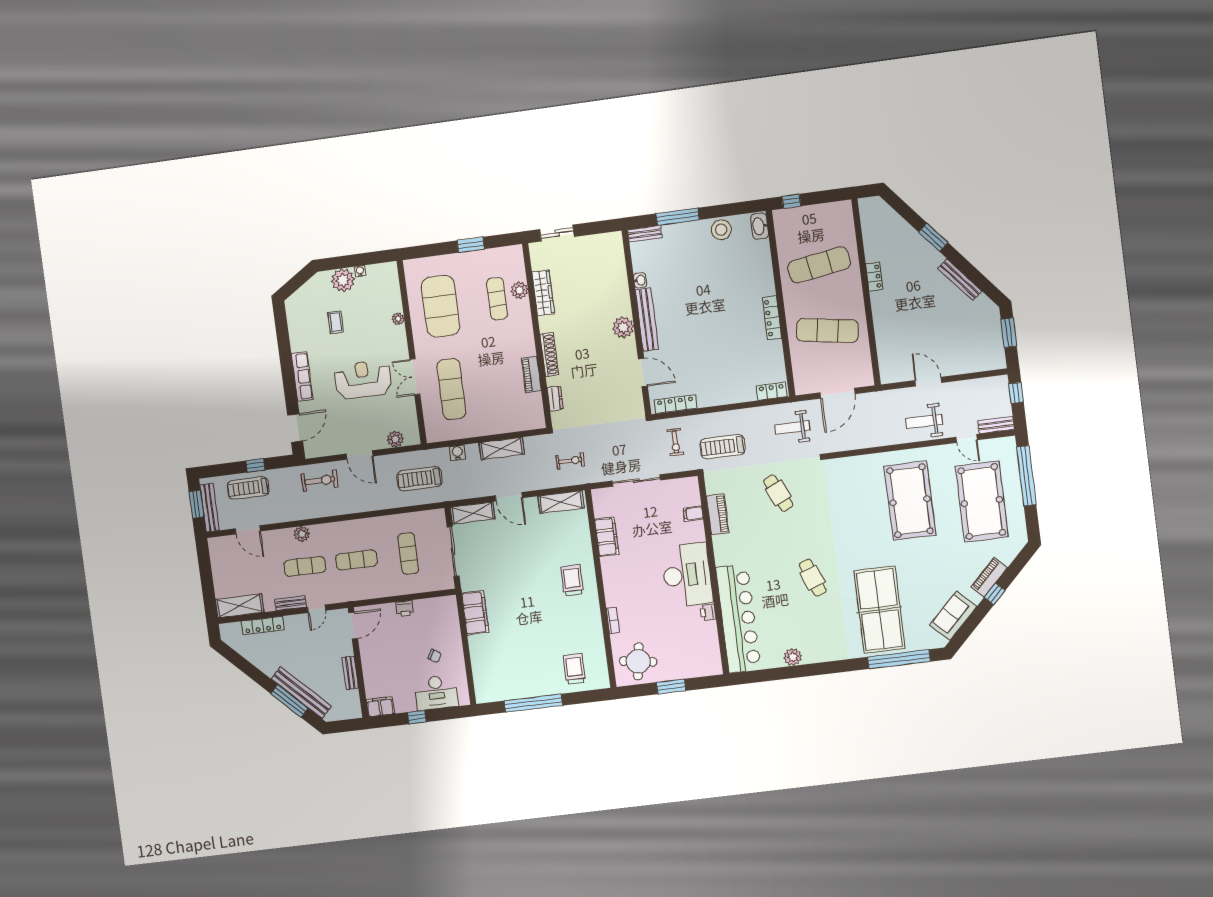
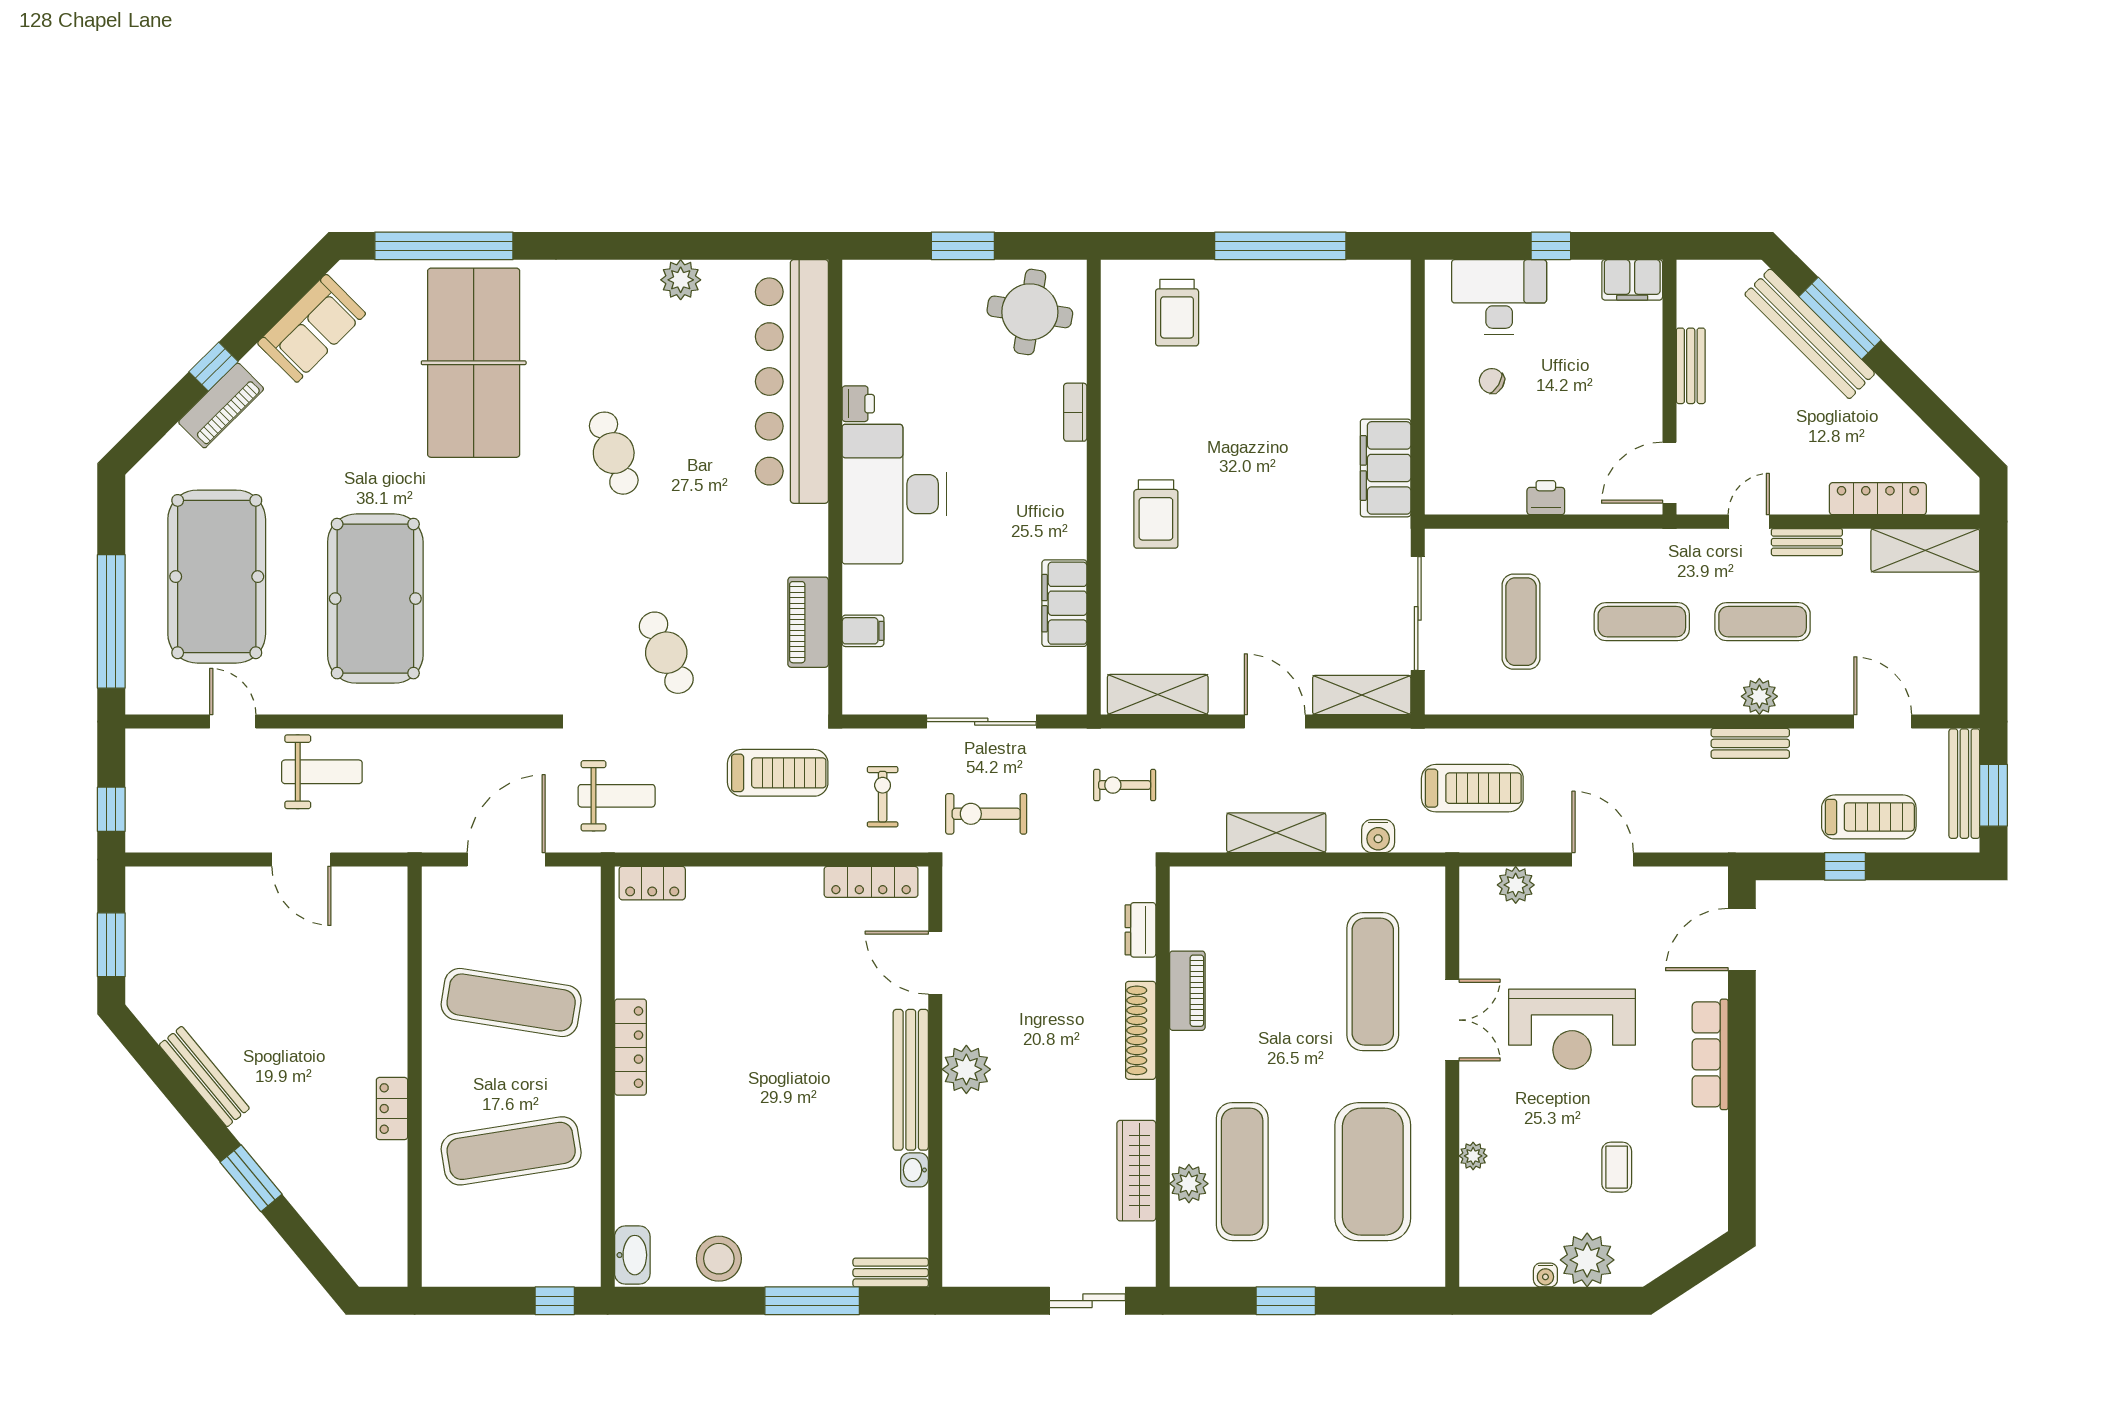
exercise mat: (497, 299) -> (1242, 1172), width x1.36, depth x1.45
bench: (996, 425) -> (1750, 743), moved
exercise bike: (320, 481) -> (986, 814), moved

